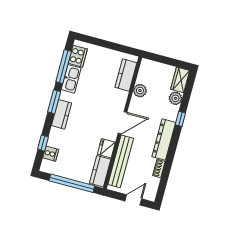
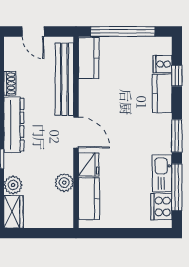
kitchen counter: (62, 114) -> (162, 93), moved
door: (123, 123) -> (76, 133), swing flipped
fridge: (106, 148) -> (89, 164), moved
door: (133, 200) -> (33, 31), hinge flipped

